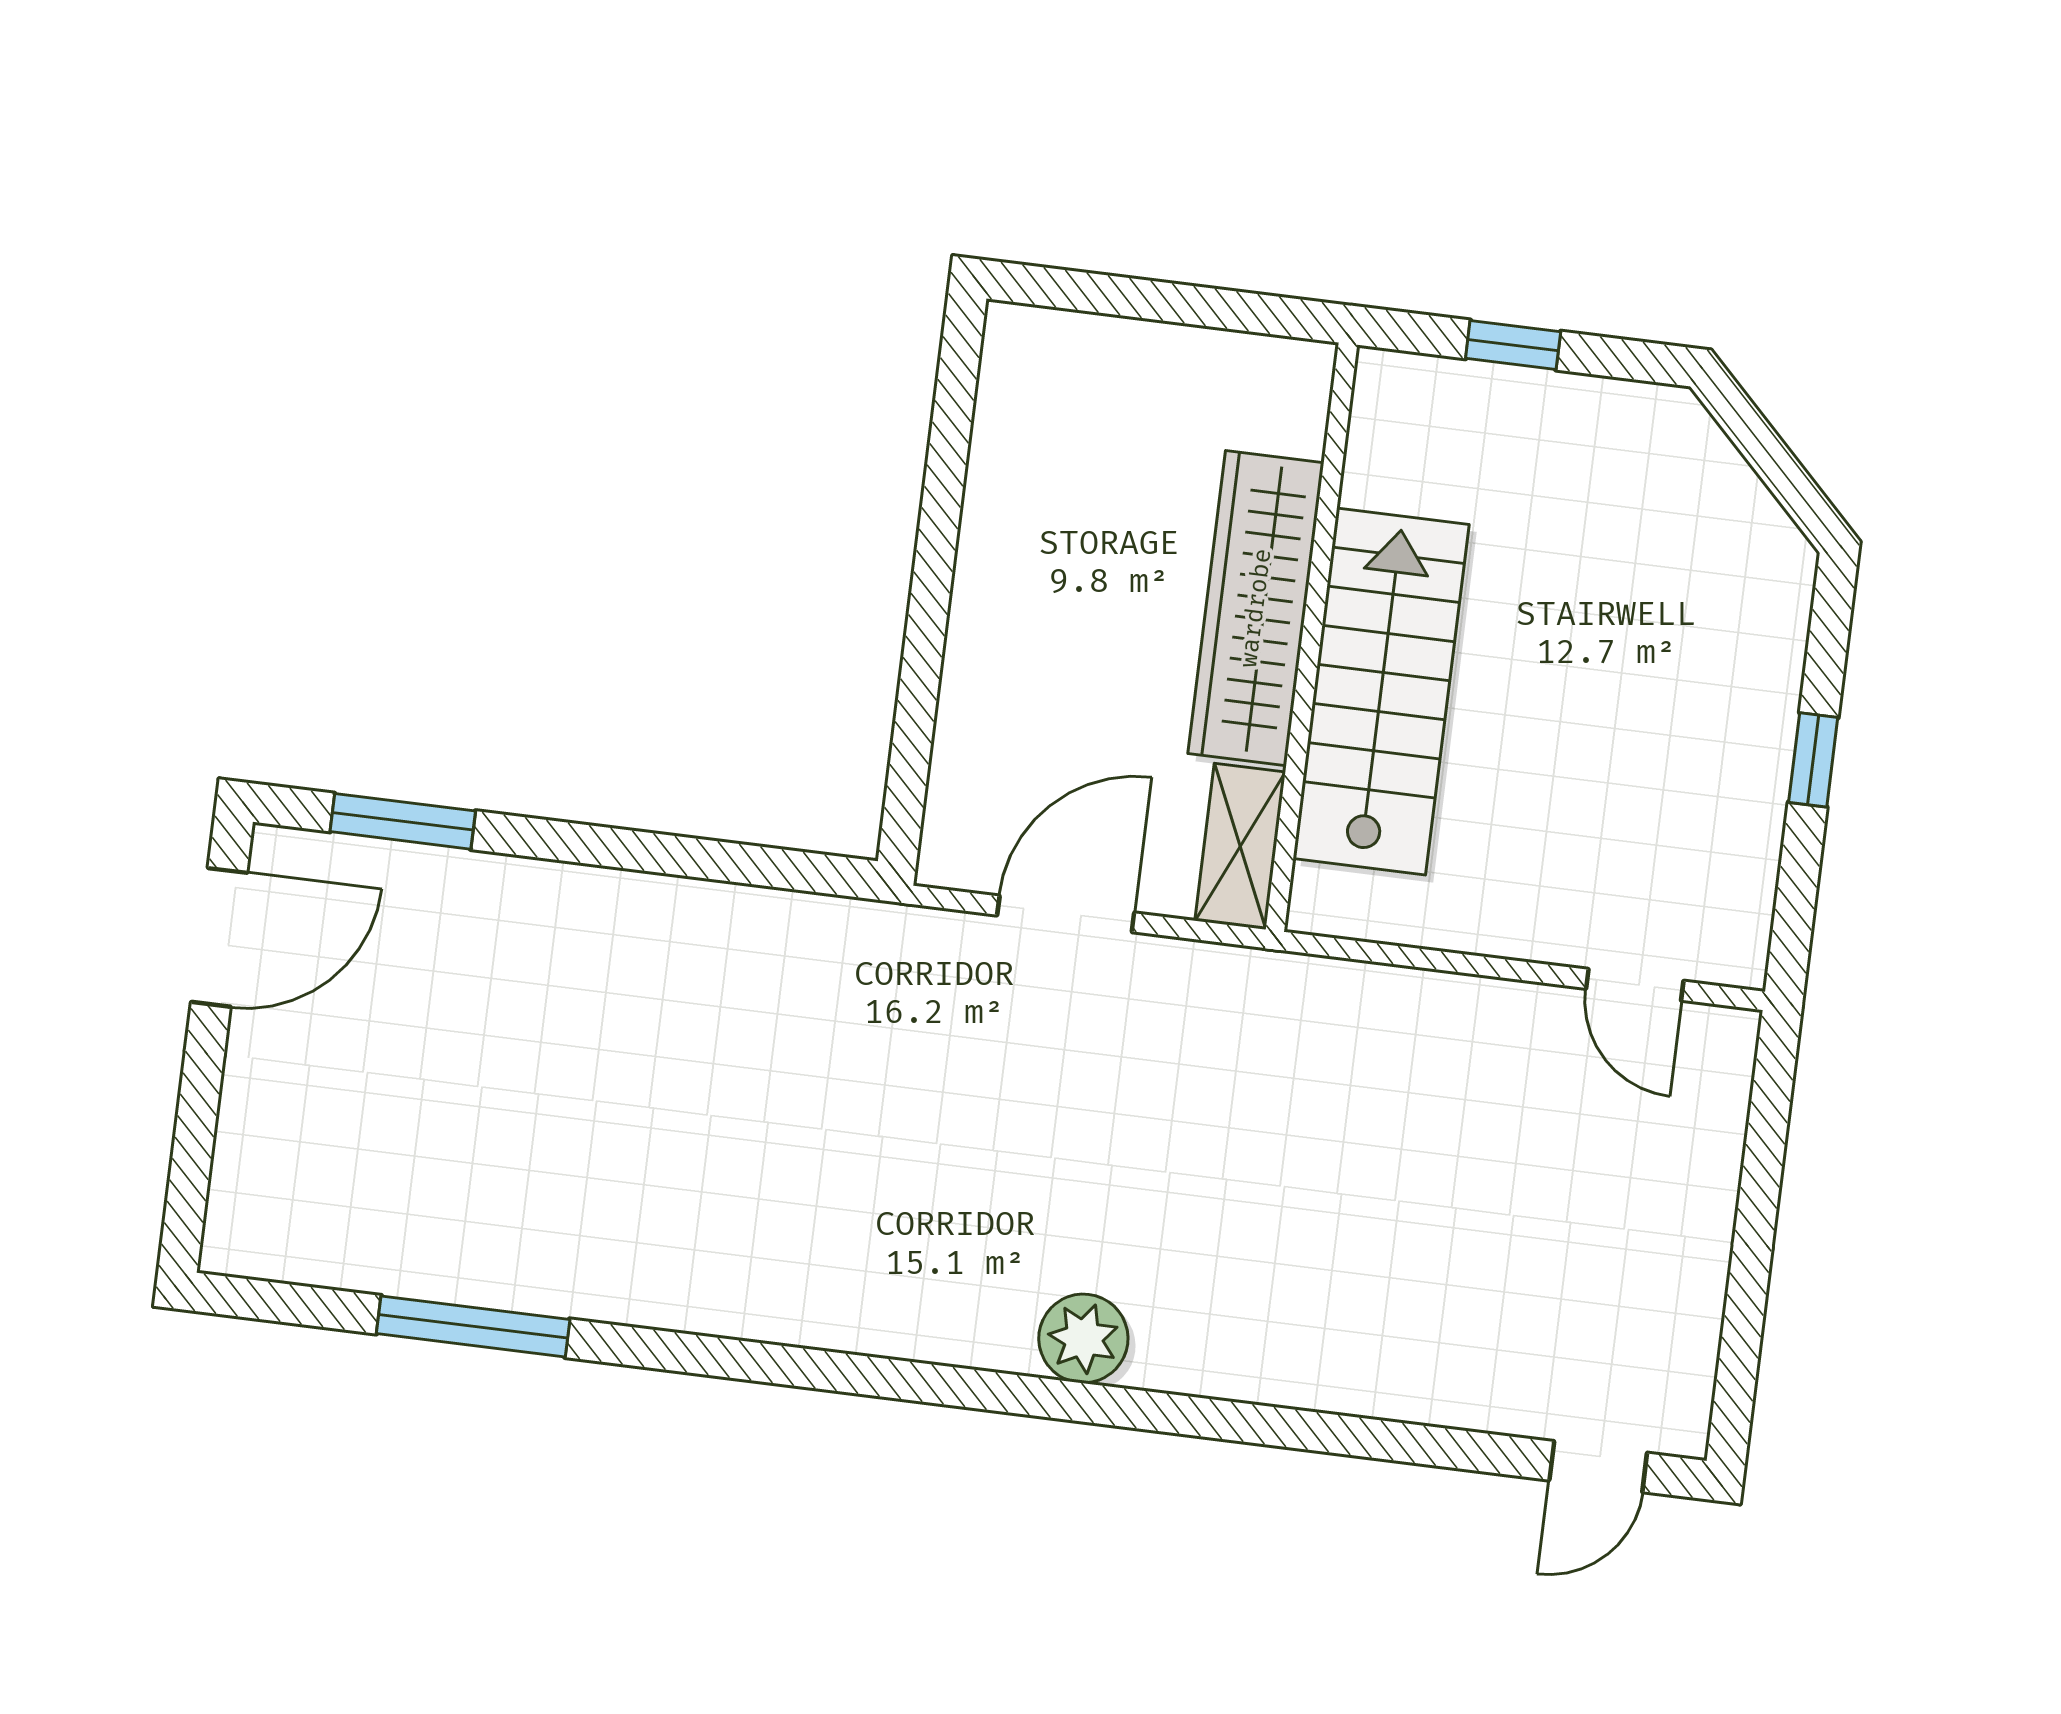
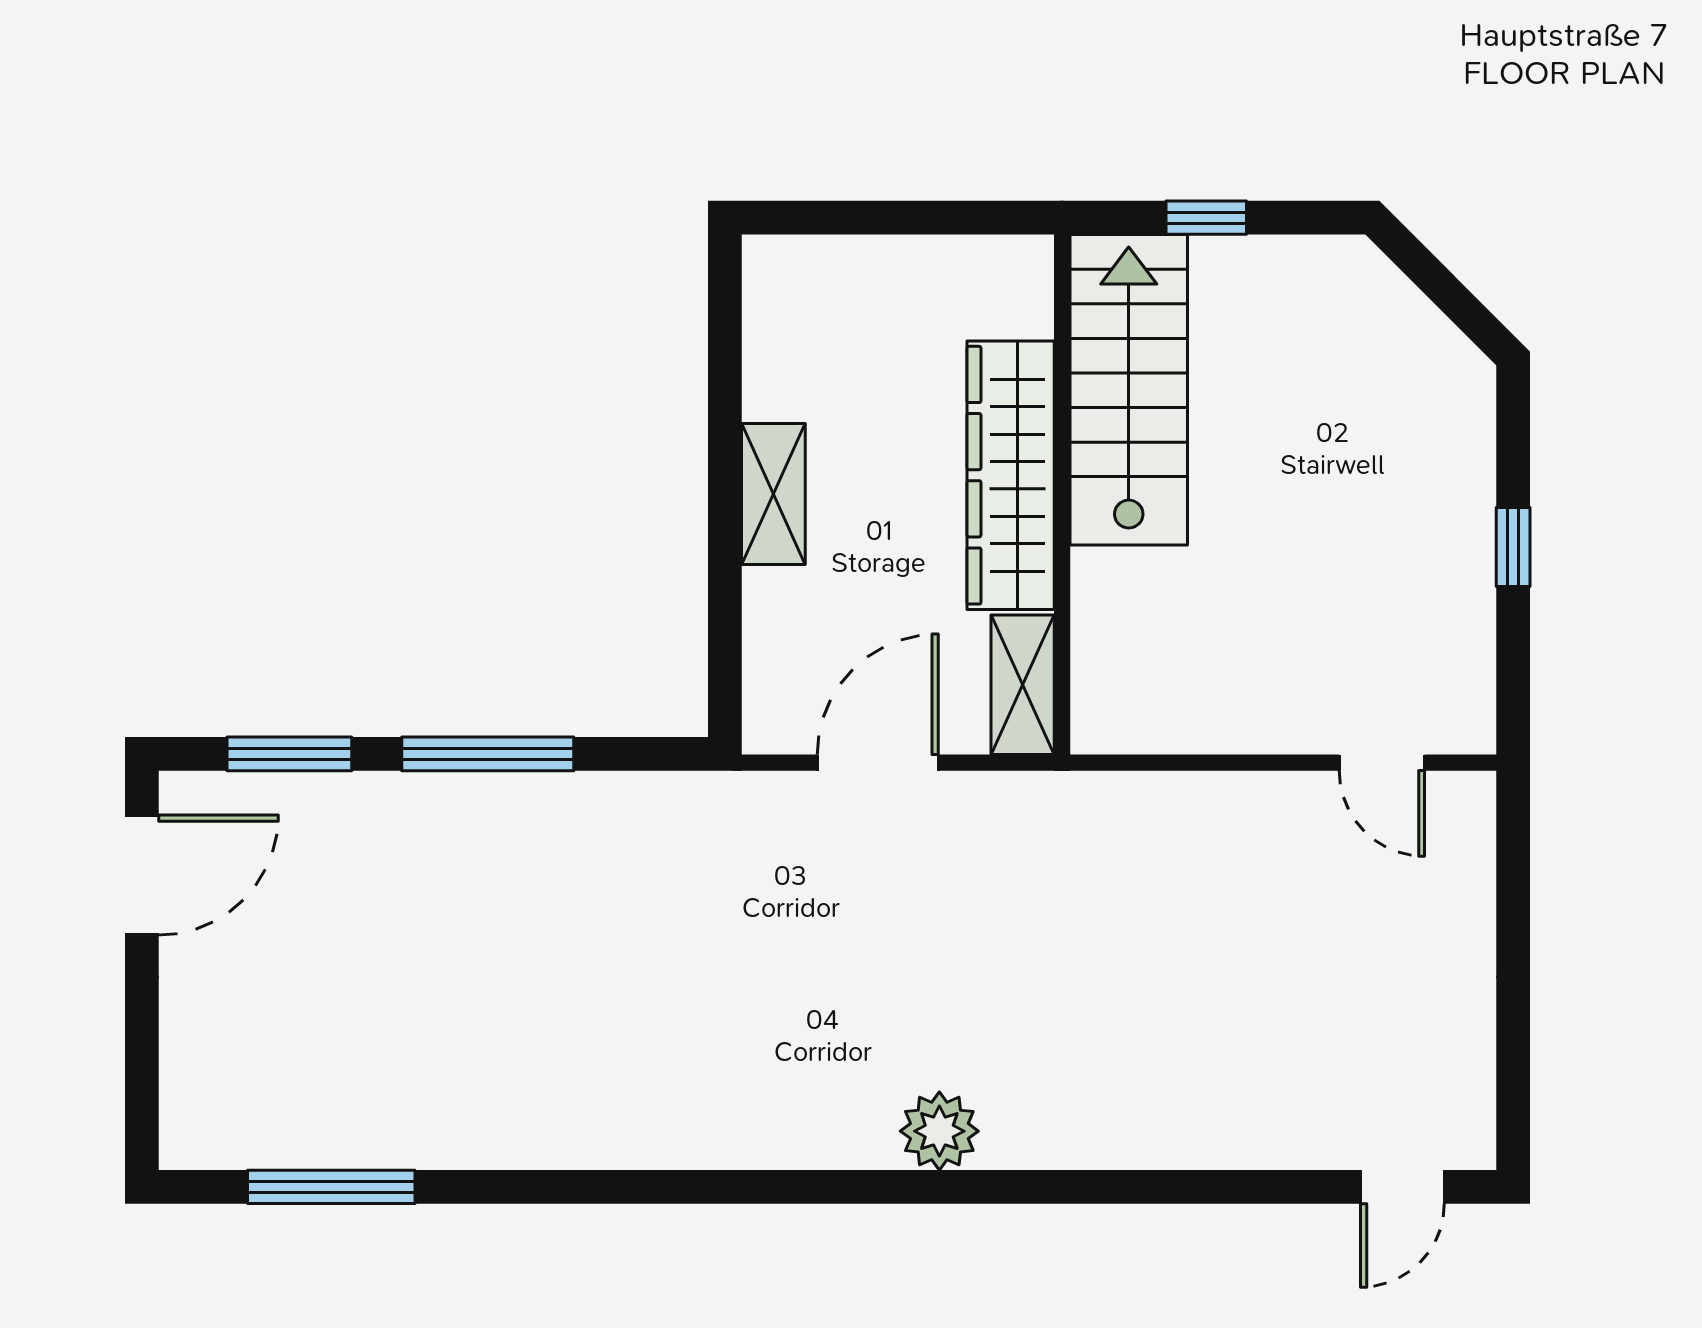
shelving: (986, 596) -> (773, 494), added
stairs: (1381, 691) -> (1129, 390), moved
window: (627, 849) -> (488, 754), added
window: (473, 1326) -> (331, 1187), moved

